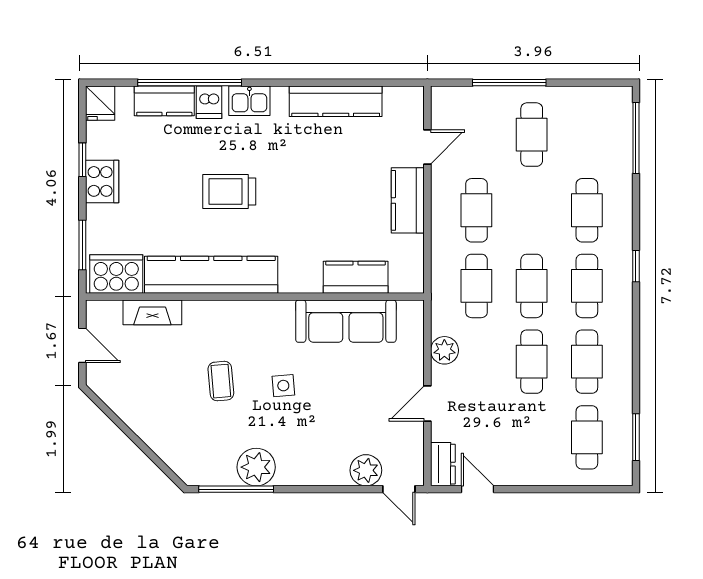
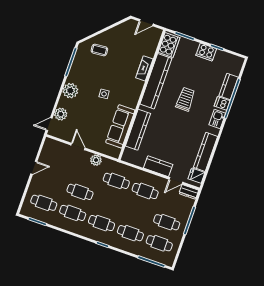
fridge: (100, 103) -> (196, 176), moved
door: (427, 147) -> (176, 181), hinge flipped
kitchen counter: (356, 277) -> (138, 130), width x1.50
cafe table: (532, 286) -> (159, 243), moved
fireplace: (152, 312) -> (144, 68), moved
coffee table: (221, 381) -> (99, 50), moved
dresser: (443, 464) -> (189, 192), moved
plant: (256, 467) -> (70, 91), moved
door: (478, 489) -> (34, 168), moved

